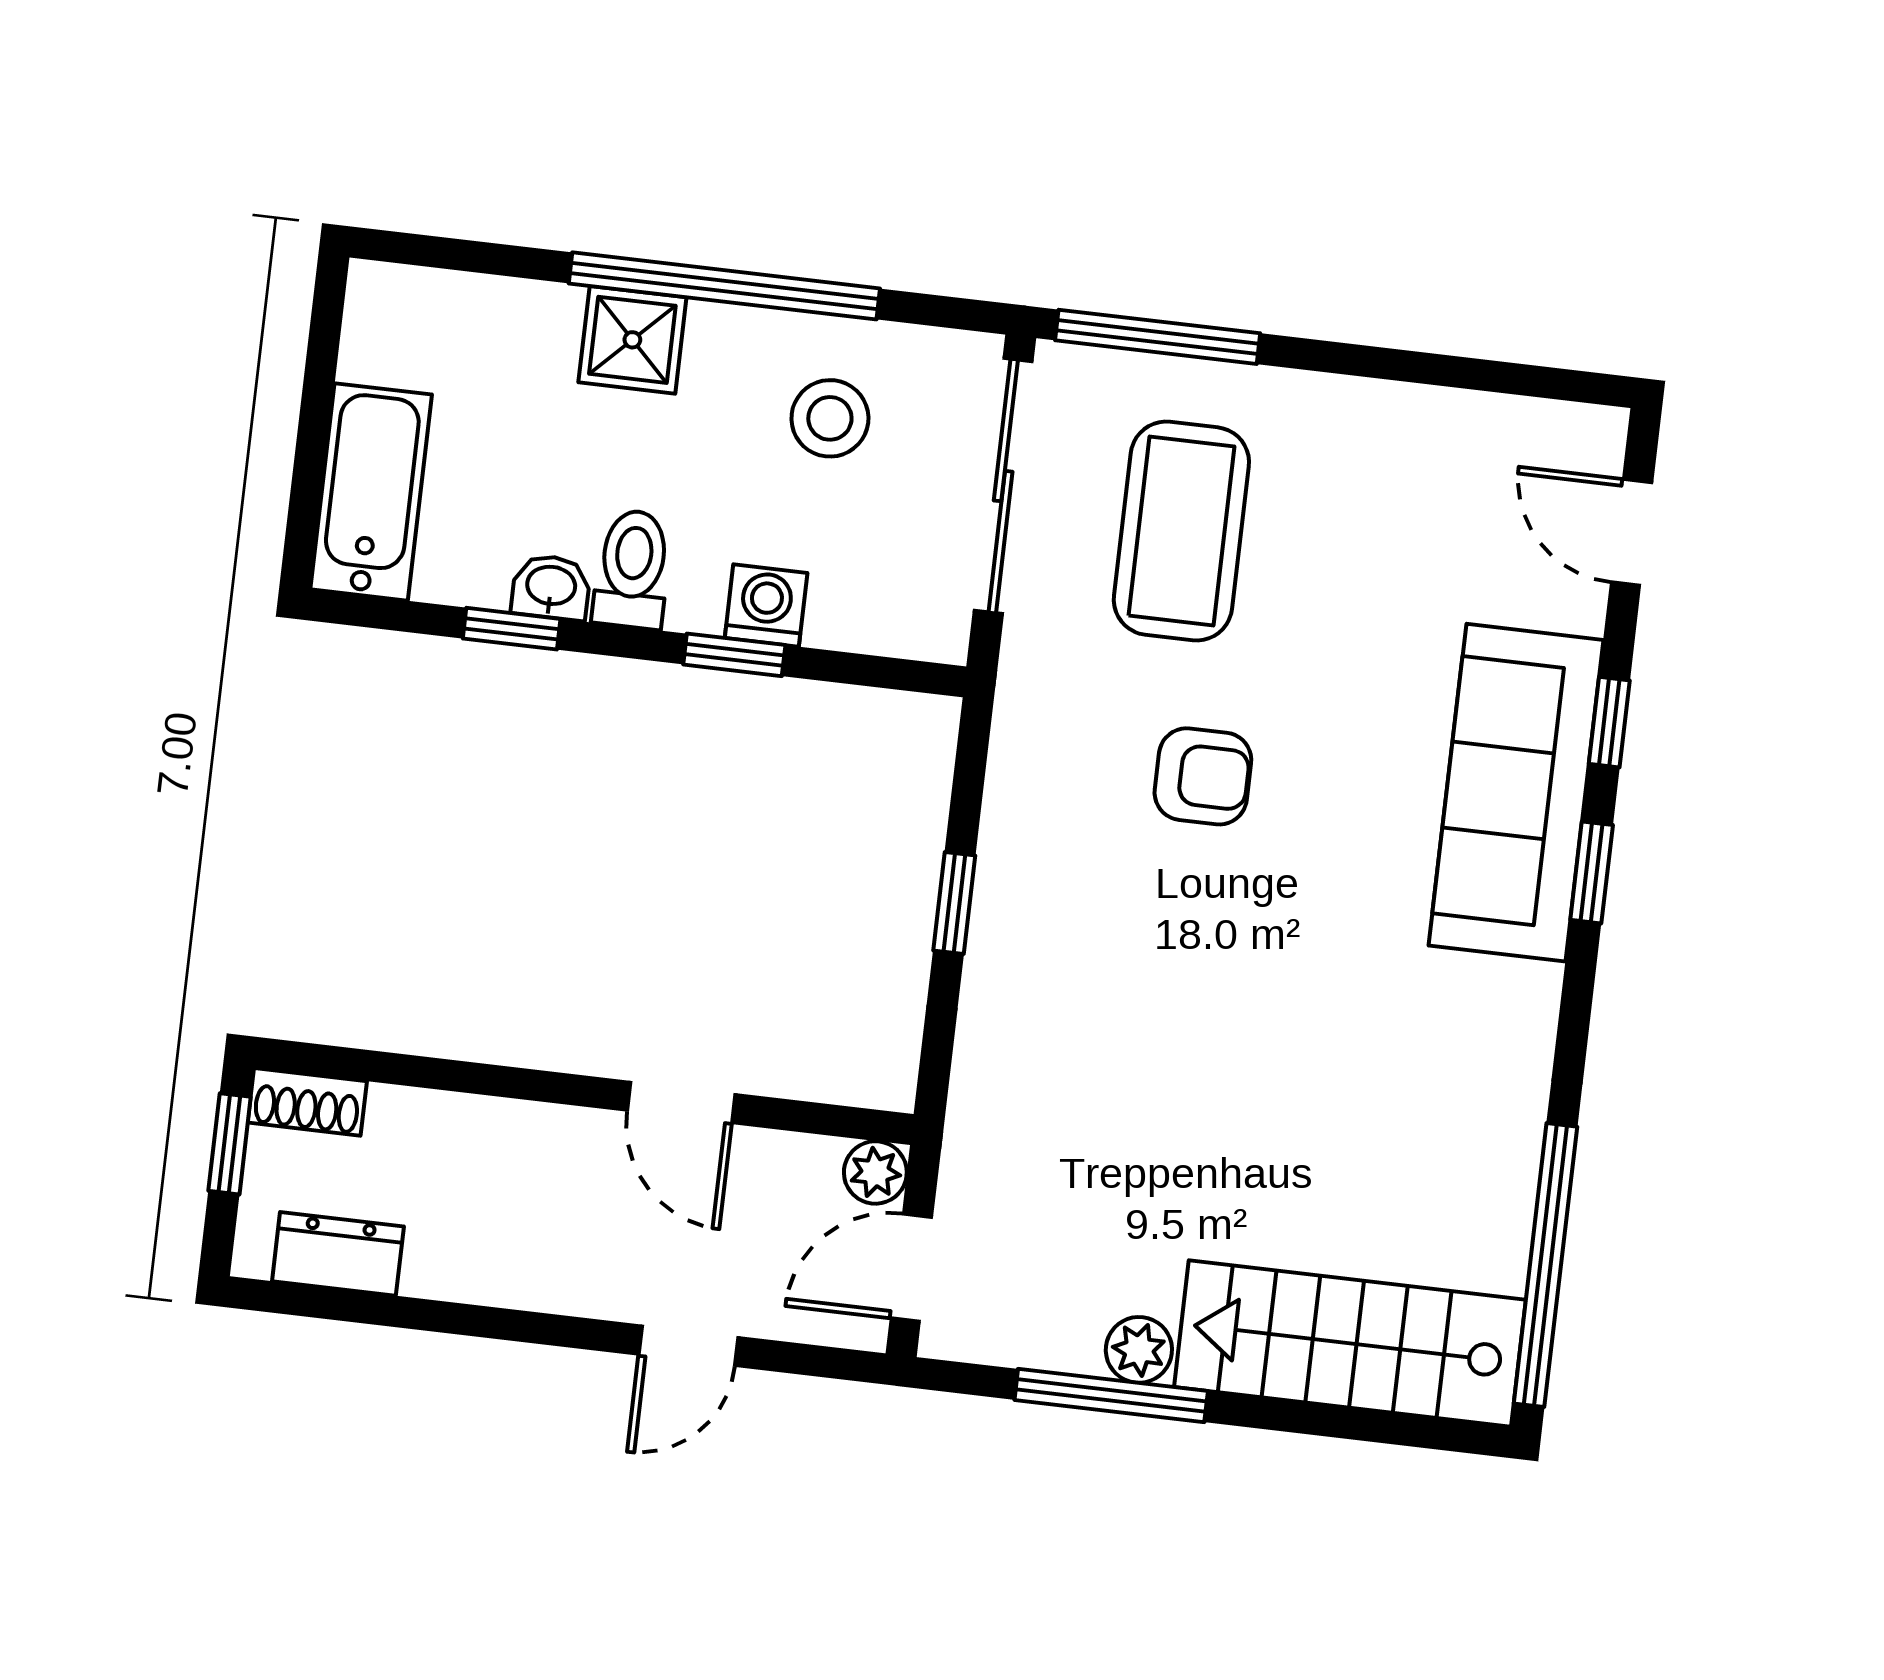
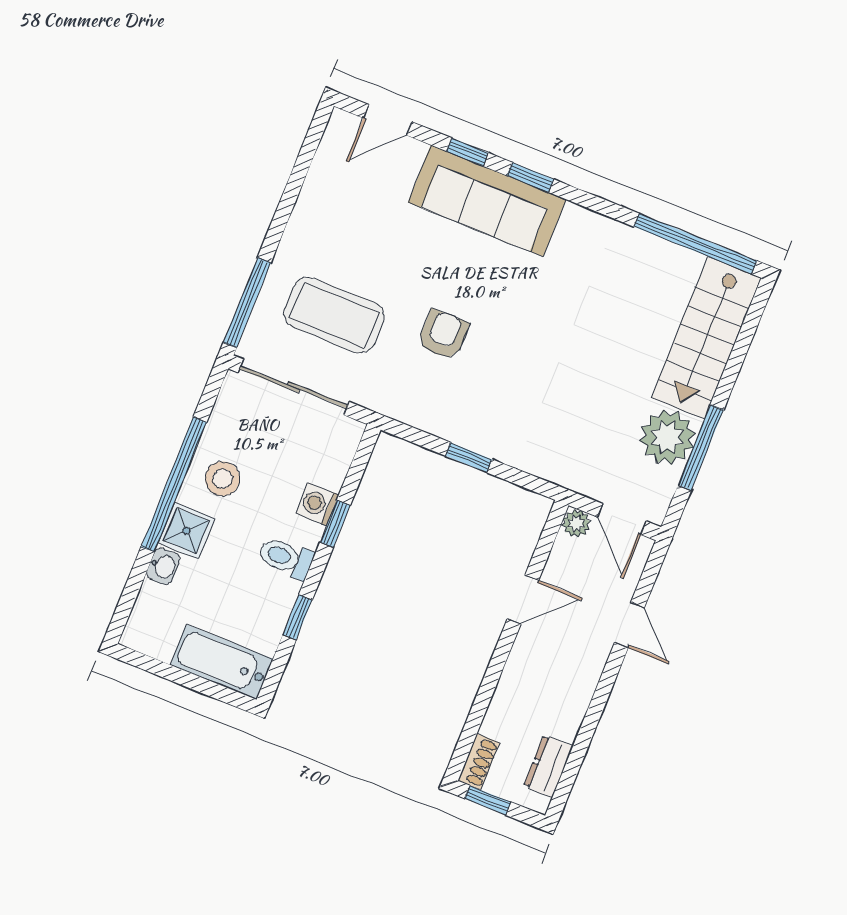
stool: (830, 418) -> (222, 479), moved
washbasin: (551, 587) -> (163, 566), moved, turned 180
plant: (1139, 1350) -> (667, 437), width x1.87, depth x1.87

